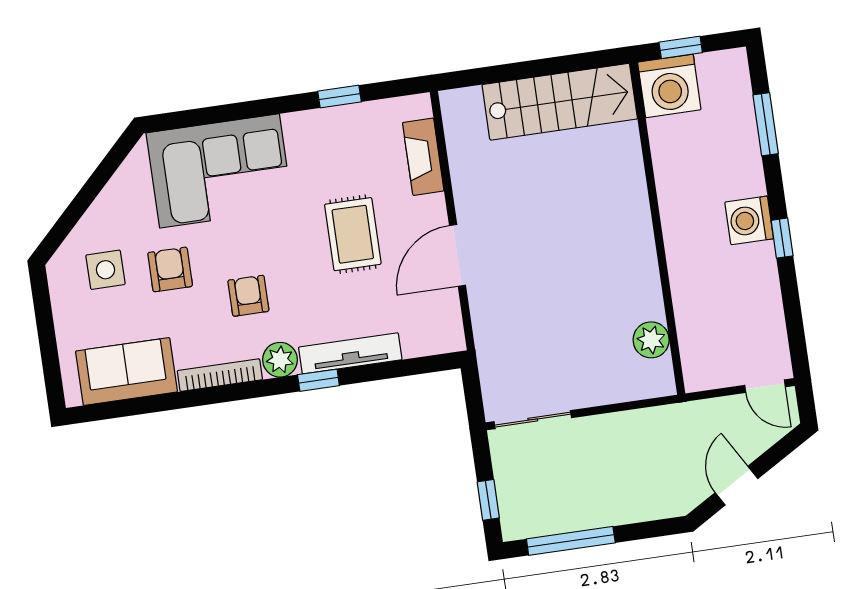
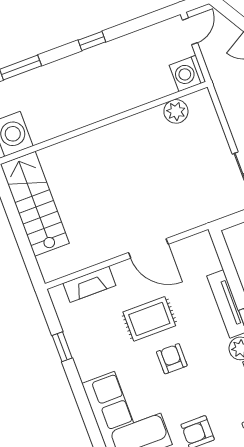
washing machine: (749, 220) -> (187, 73), moved, turned 90
armchair: (248, 296) -> (172, 359), moved, turned 90

